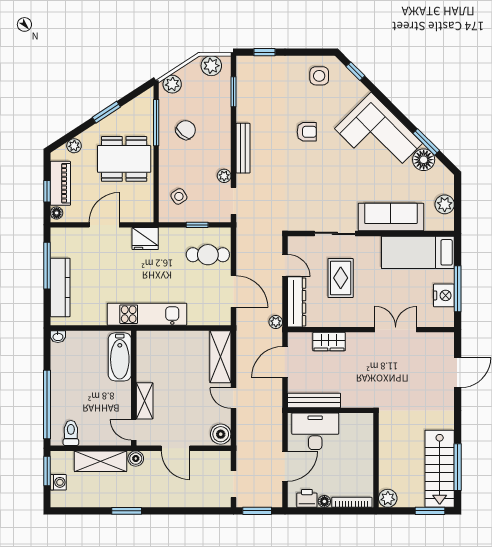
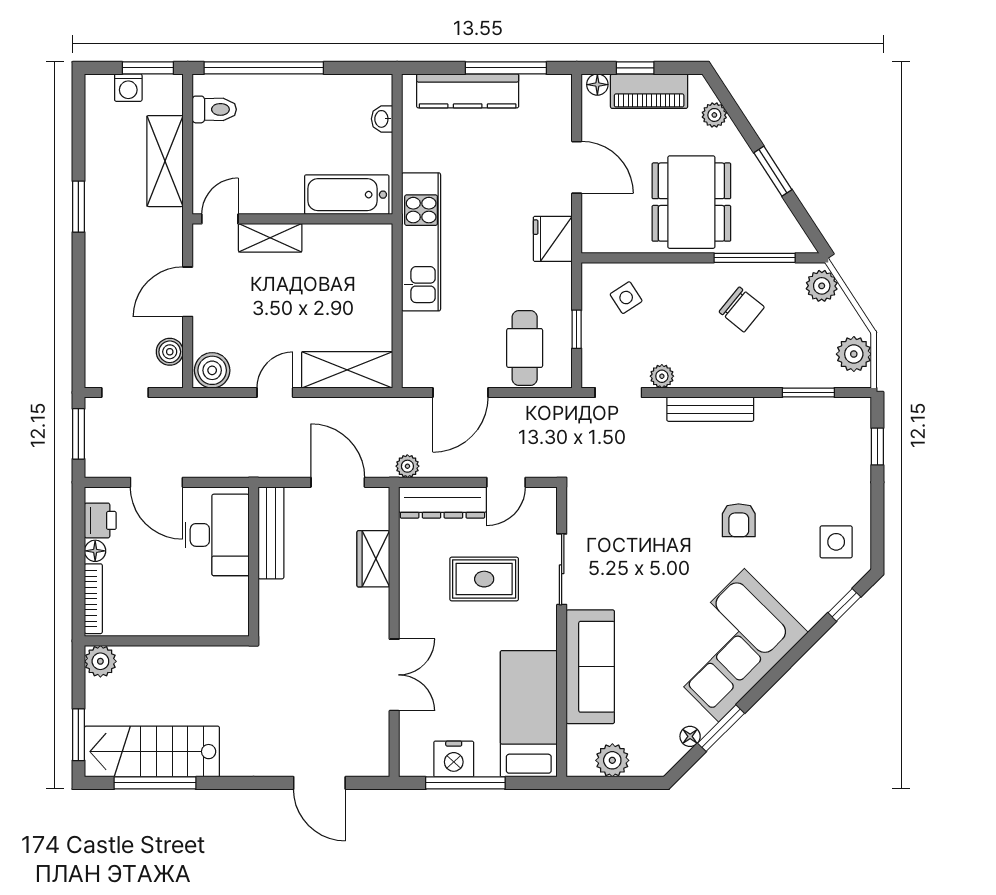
floor lamp: (424, 160) -> (690, 736), width x0.53, depth x0.53
washbasin: (58, 337) -> (382, 119), moved
boiler: (136, 459) -> (170, 352), moved

